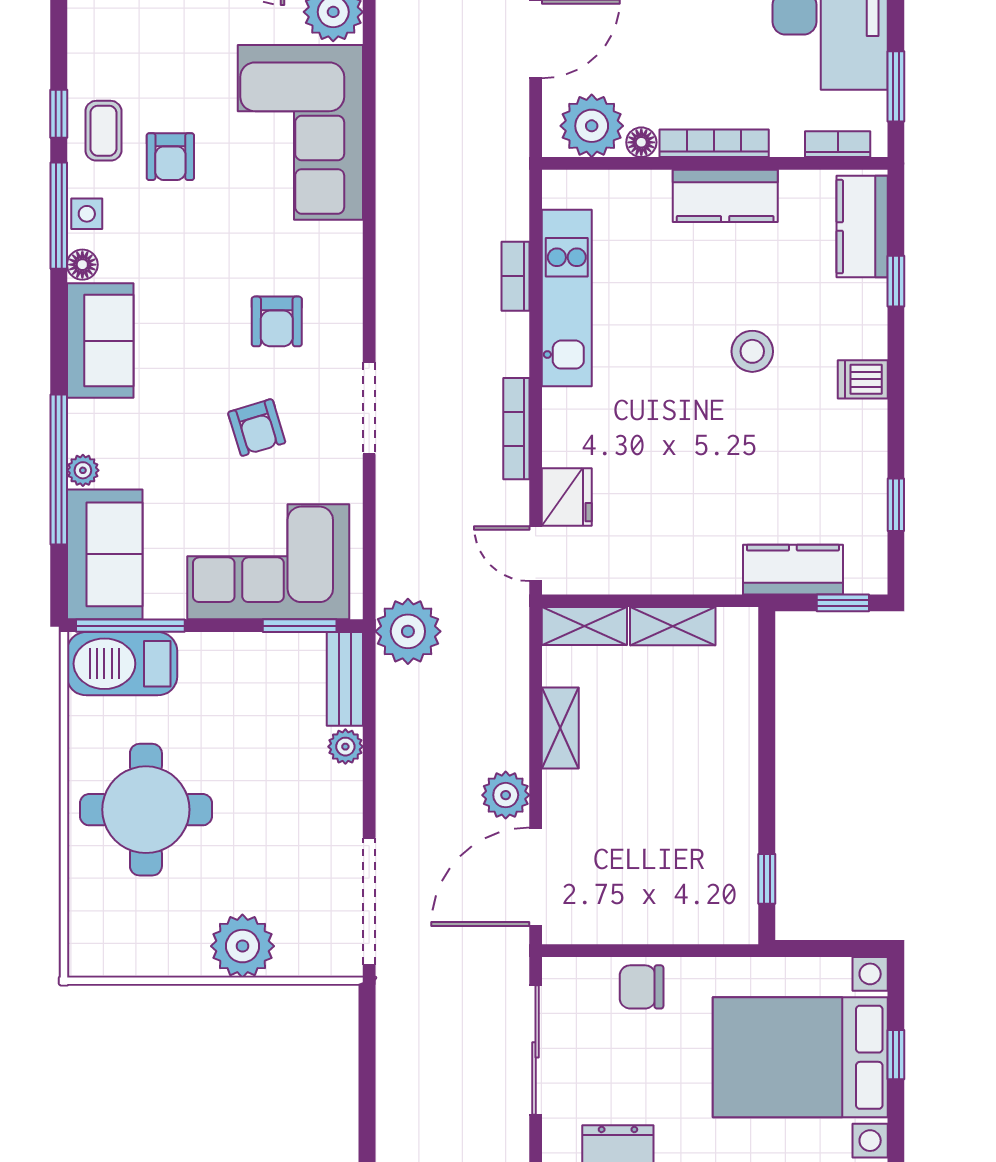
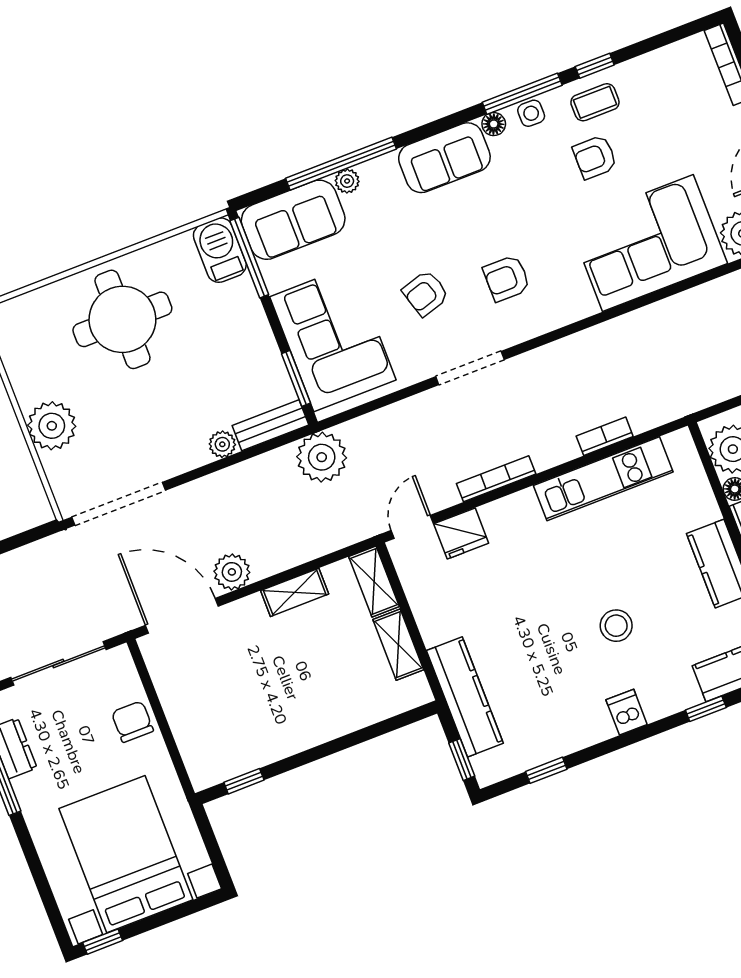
kitchen counter: (793, 570) -> (465, 697), width x1.50
barbecue: (122, 664) -> (220, 250), width x0.73, depth x0.83
window: (896, 1055) -> (103, 942), moved

